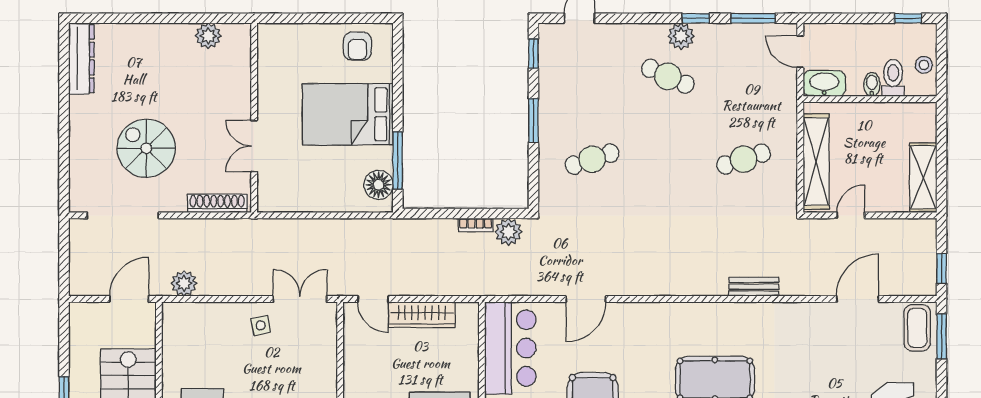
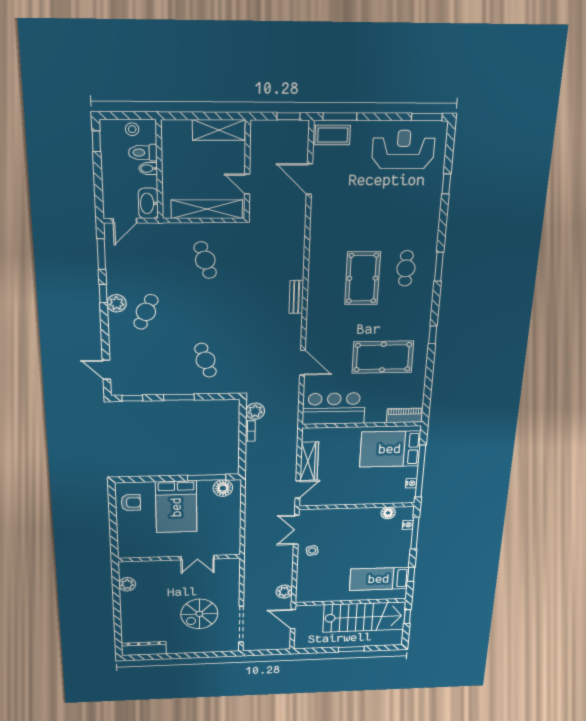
shoe rack: (217, 203) -> (234, 576), removed
bench: (754, 287) -> (296, 297), moved

